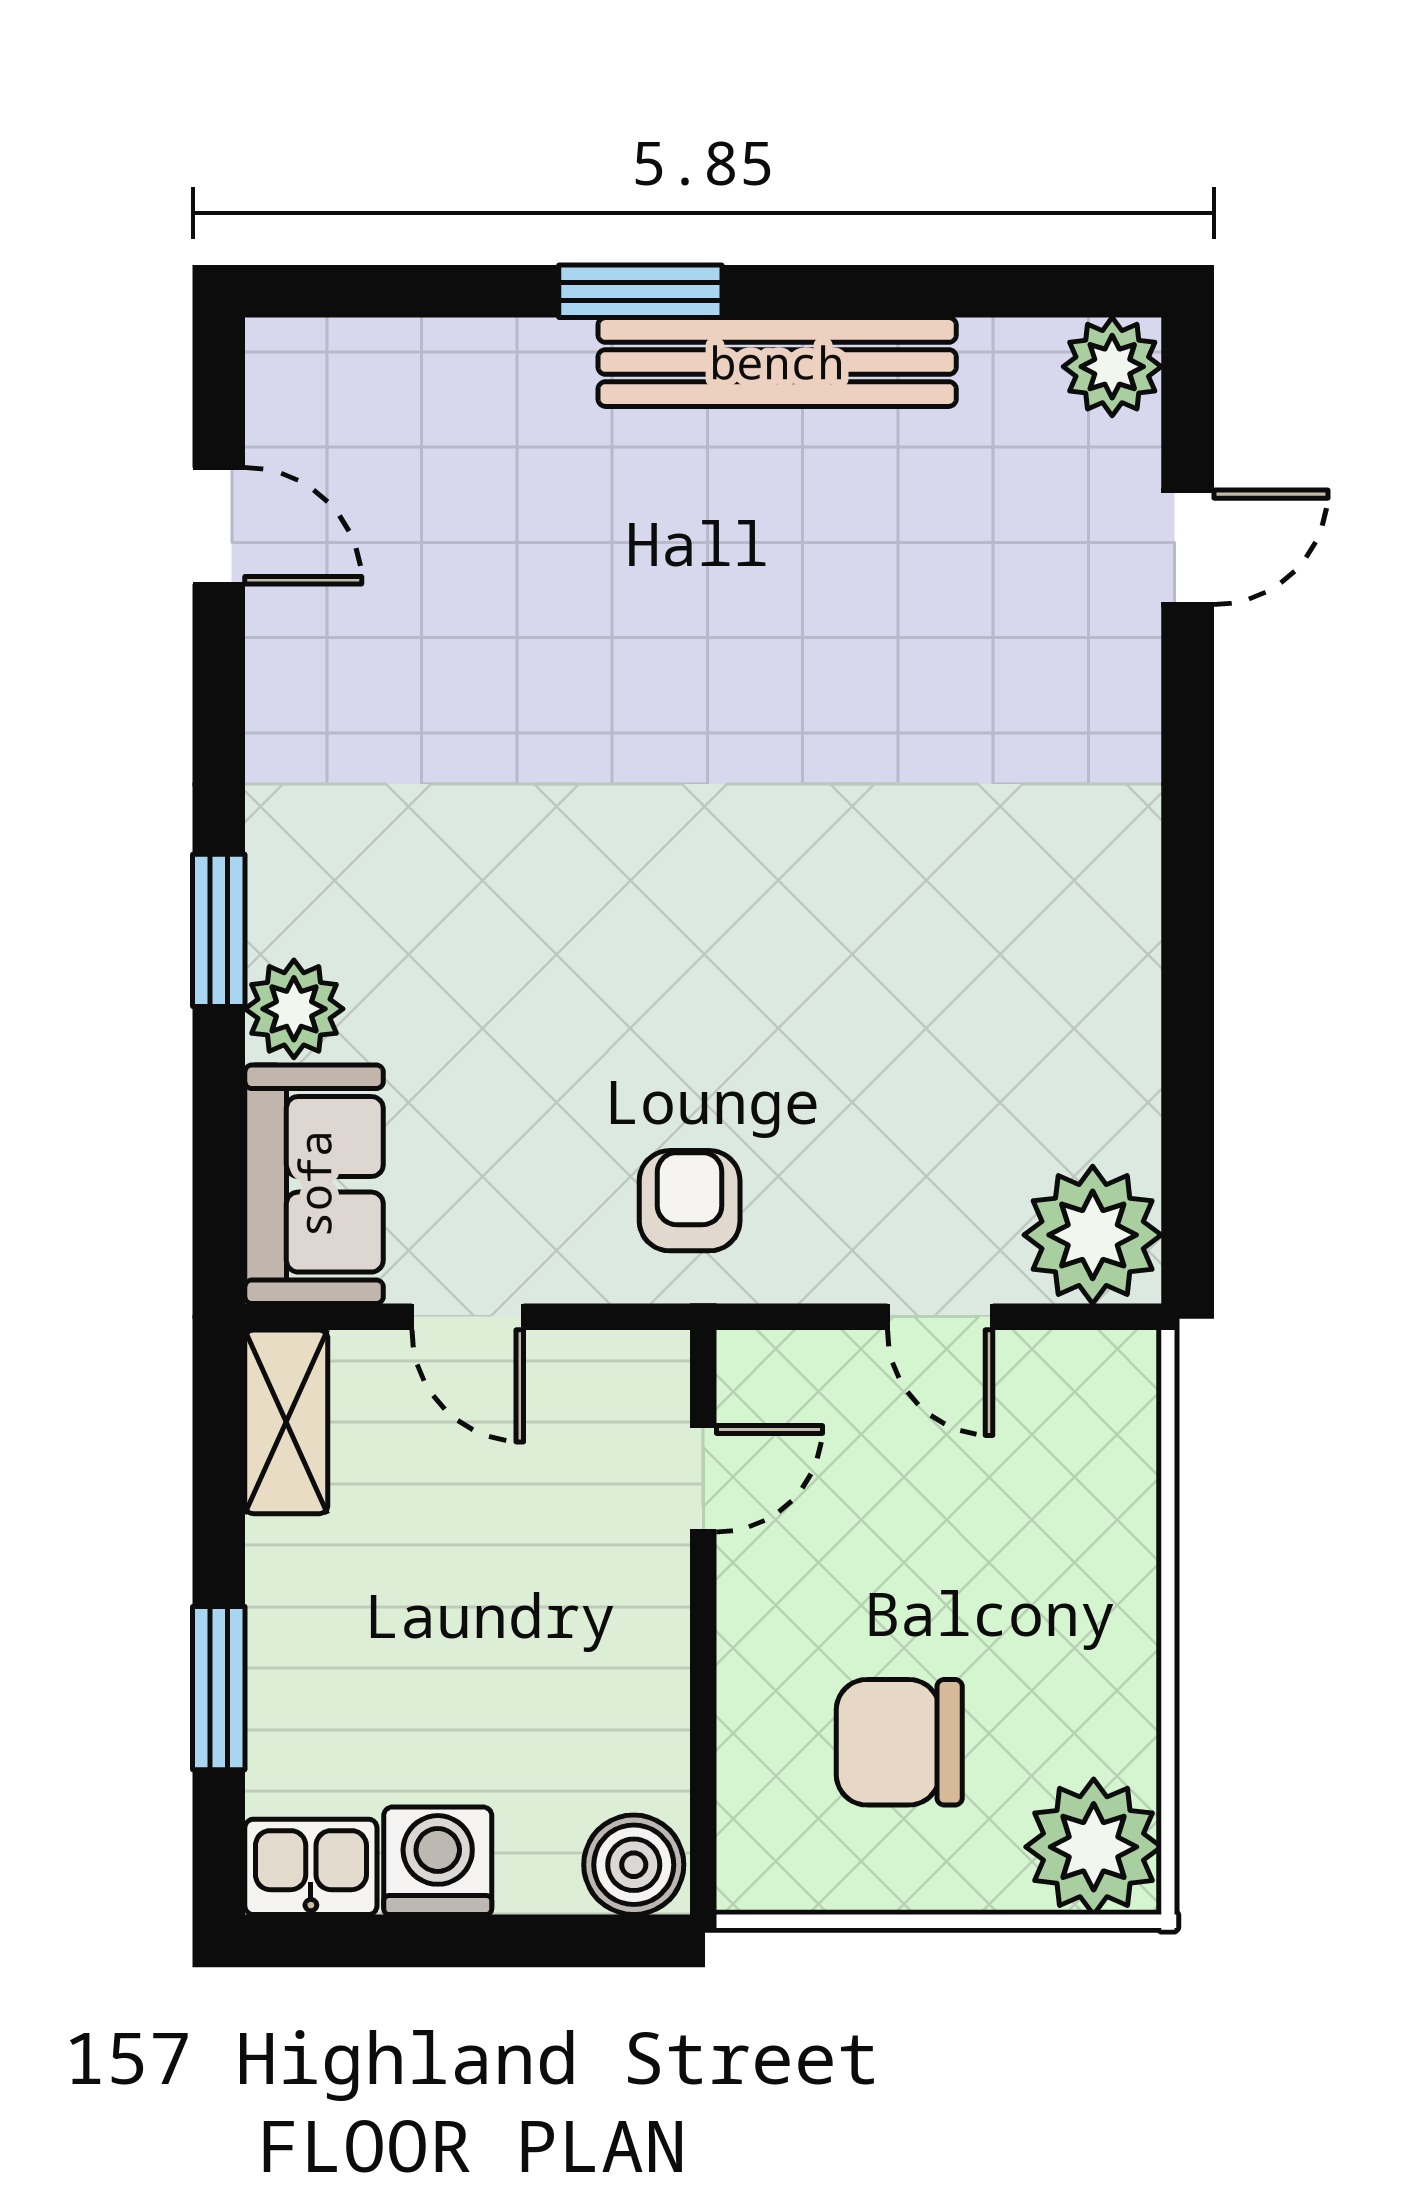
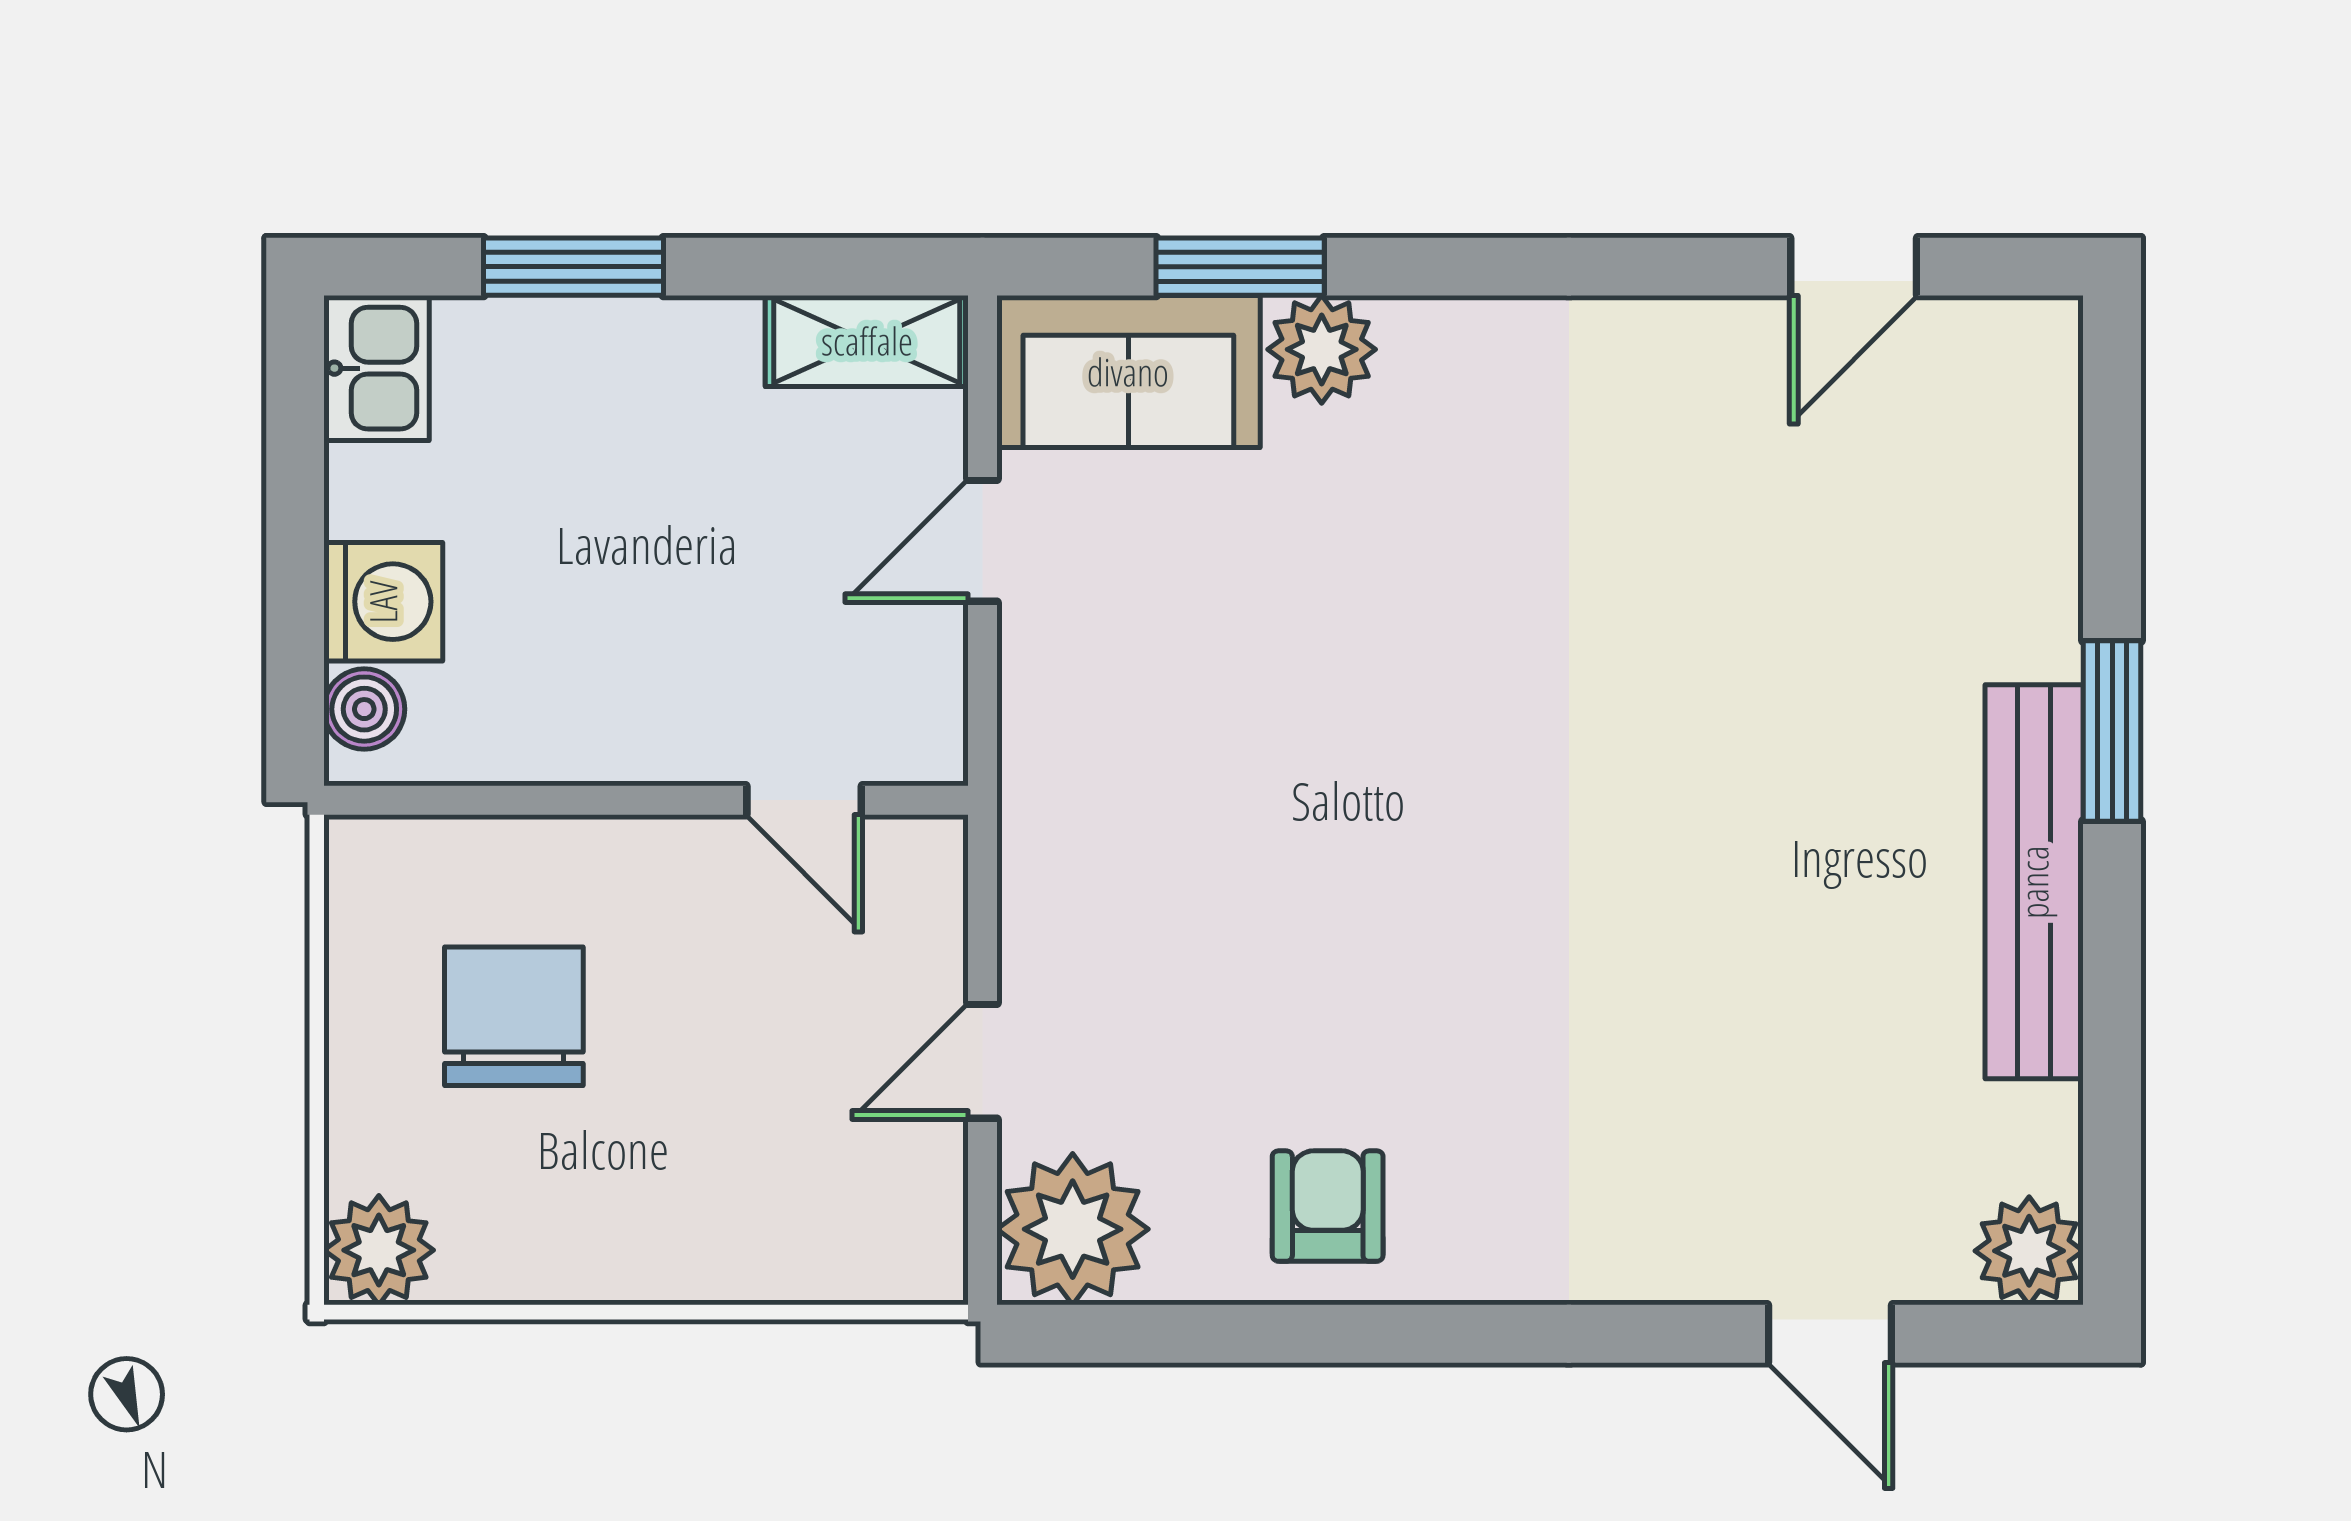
window: (219, 930) -> (1240, 267), moved
armchair: (690, 1201) -> (1328, 1206), moved, turned -90
plant: (1094, 1847) -> (379, 1250), width x0.73, depth x0.73
washing machine: (438, 1861) -> (383, 602), moved
boiler: (634, 1865) -> (364, 709), width x0.73, depth x0.73

